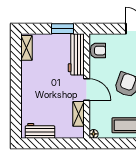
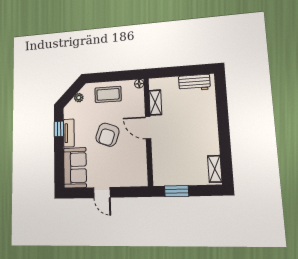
armchair: (98, 51) -> (138, 169), removed
workbench: (76, 54) -> (161, 164), removed

